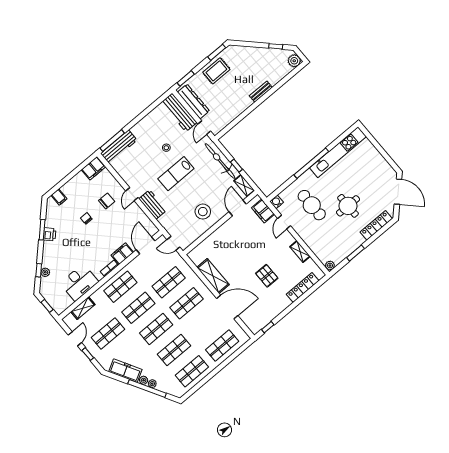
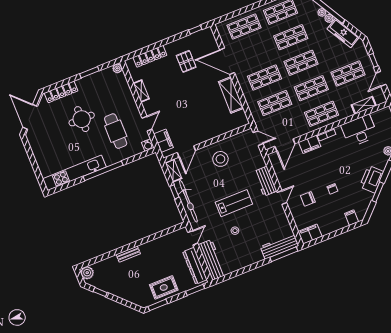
printer: (50, 234) -> (372, 179), width x1.87, depth x1.48
pallet: (267, 276) -> (186, 61), moved

